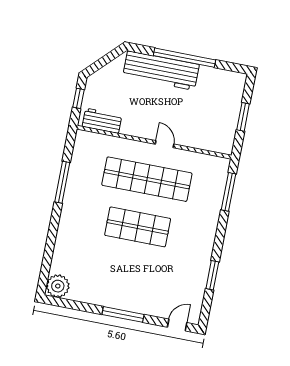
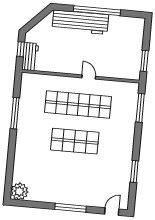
window: (243, 117) -> (144, 61), moved
workbench: (102, 121) -> (30, 57), moved, turned 90

